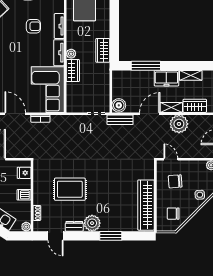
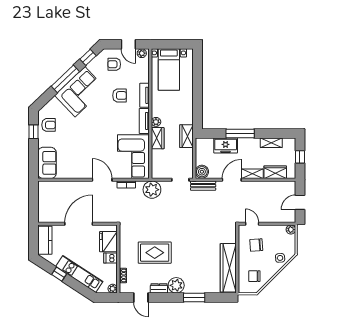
wardrobe: (103, 50) -> (186, 136), moved
window: (146, 66) -> (240, 134), moved
freezer: (166, 78) -> (226, 146), moved
plant: (179, 124) -> (152, 190), moved
fridge: (24, 173) -> (108, 242), width x1.88, depth x1.34

